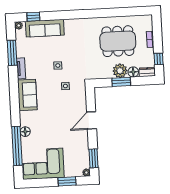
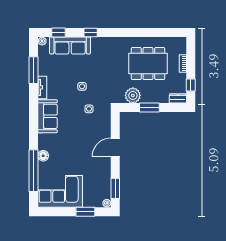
window: (63, 15) -> (91, 32), added
plant: (120, 71) -> (133, 95), moved
floor lamp: (133, 72) -> (163, 98), removed

